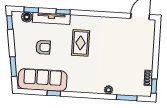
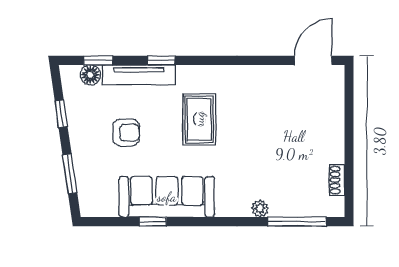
window: (10, 23) -> (61, 114), moved
sofa: (43, 80) -> (167, 197), moved
window: (154, 86) -> (349, 196), removed
window: (127, 98) -> (297, 222), width x1.44

